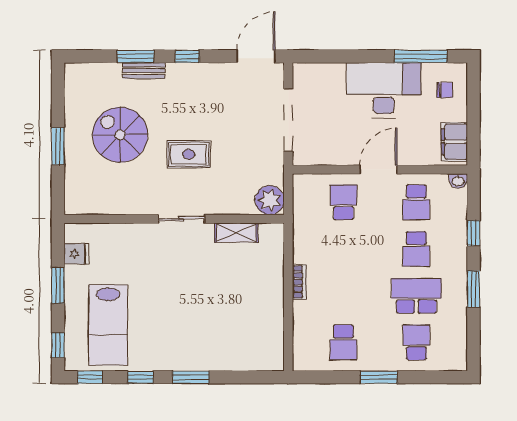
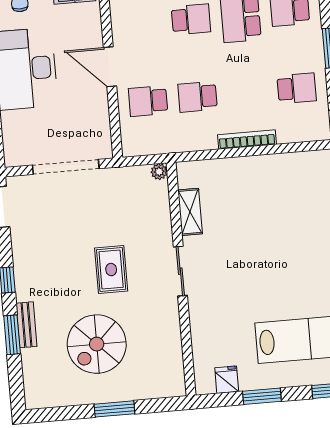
plant: (270, 200) -> (159, 172), width x0.53, depth x0.53
school desk: (416, 202) -> (198, 97), moved, turned 180
bookcase: (299, 282) -> (247, 140), width x1.56

